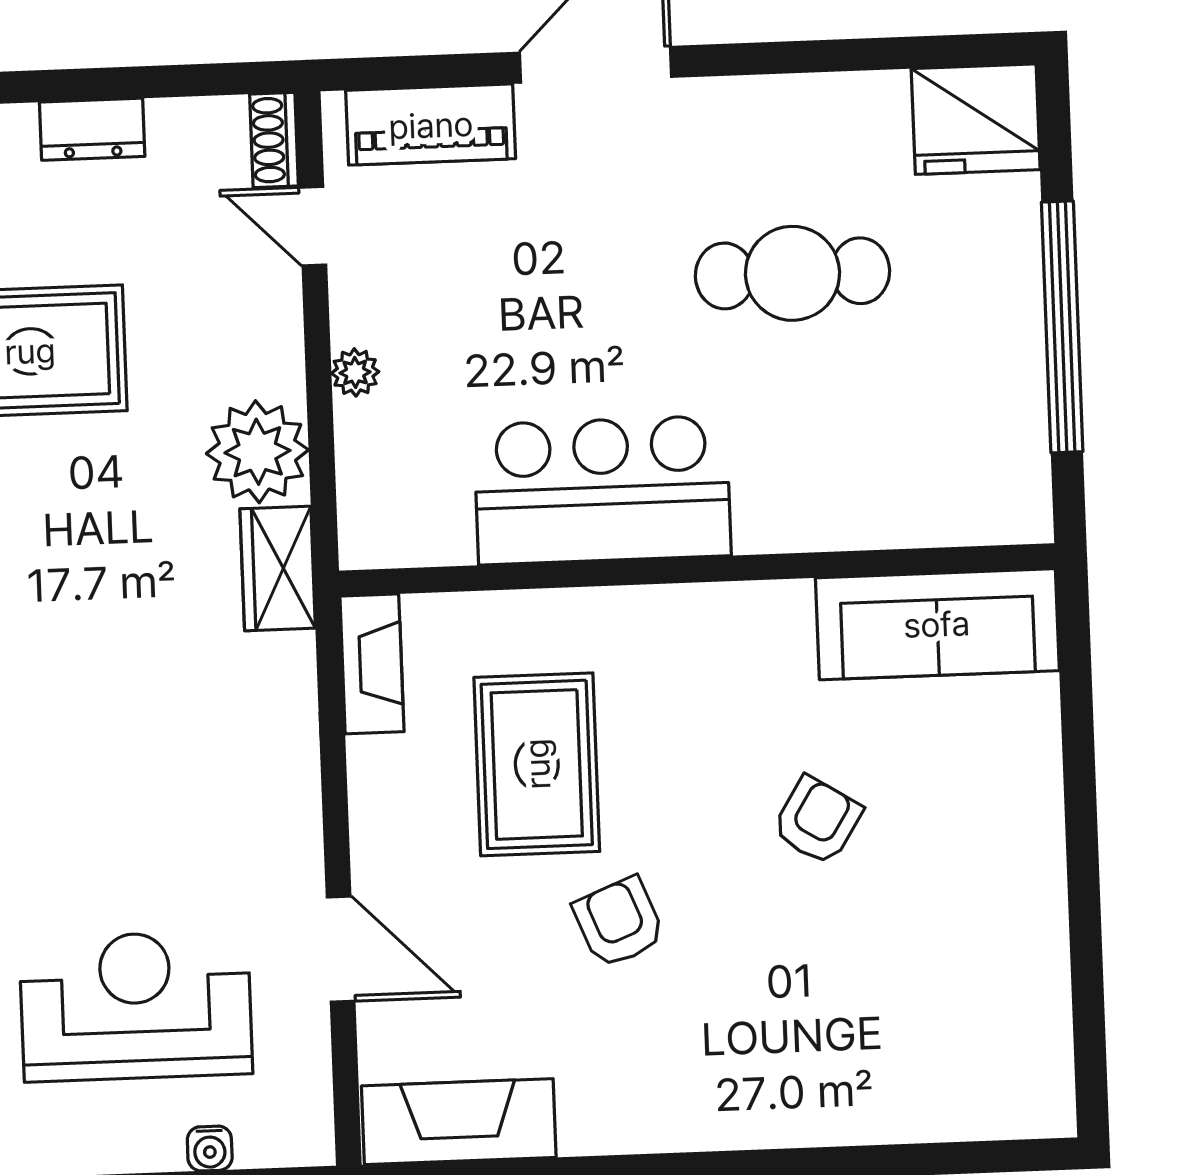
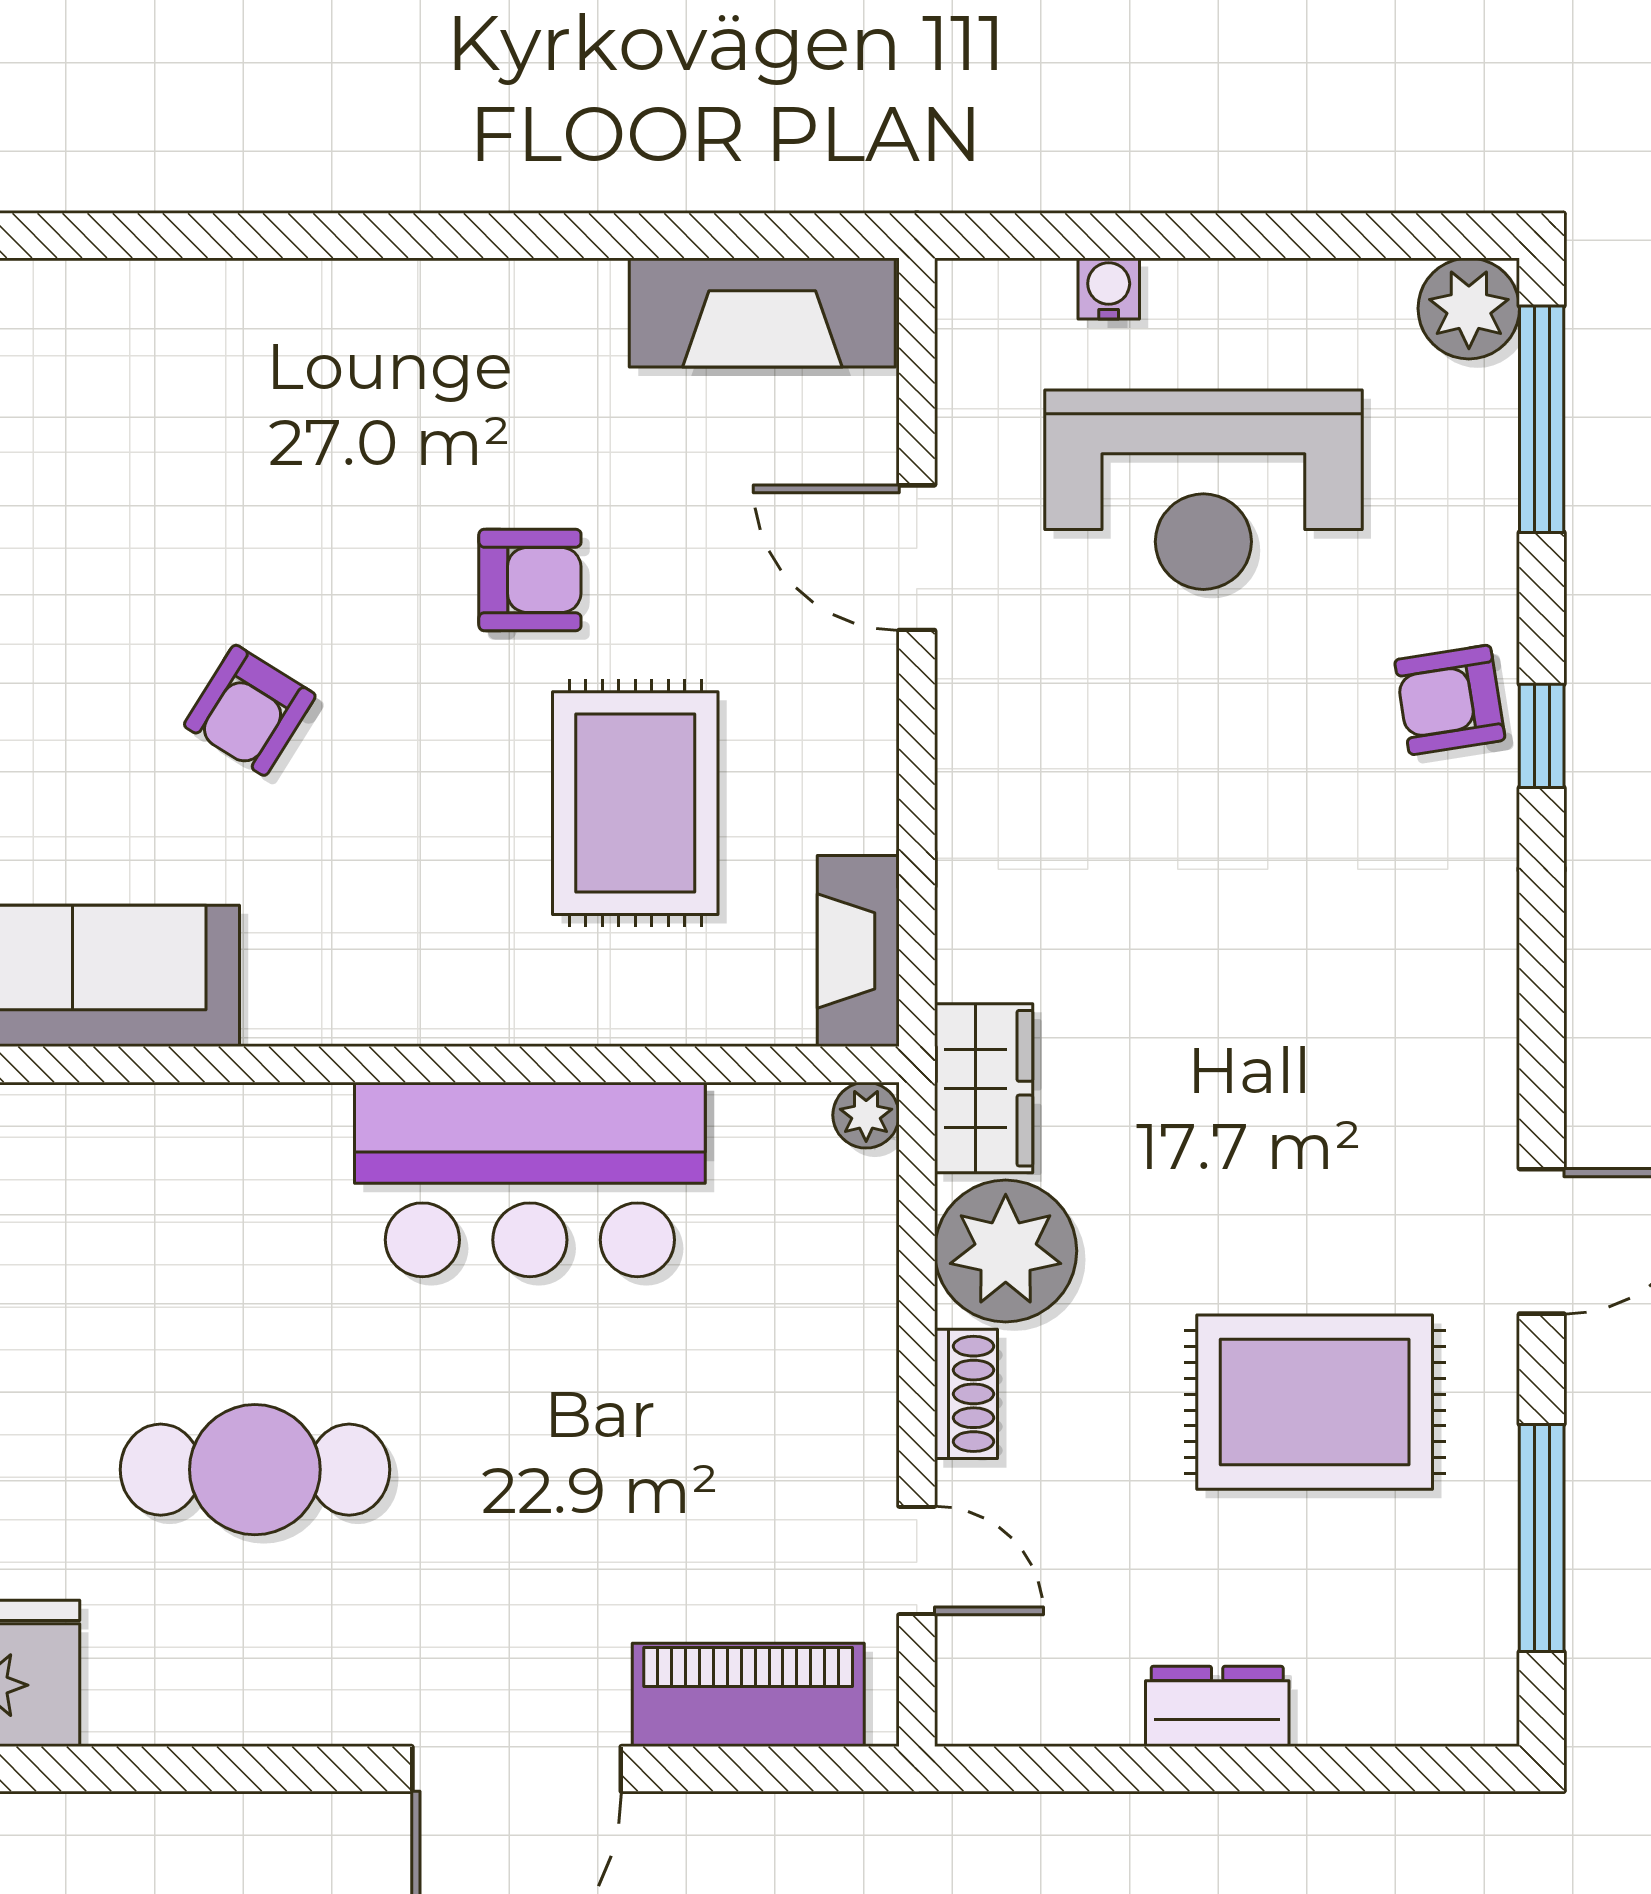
shoe rack: (274, 140) -> (966, 1394), moved
plant: (355, 372) -> (866, 1115), moved
armchair: (619, 922) -> (530, 580), turned -68

